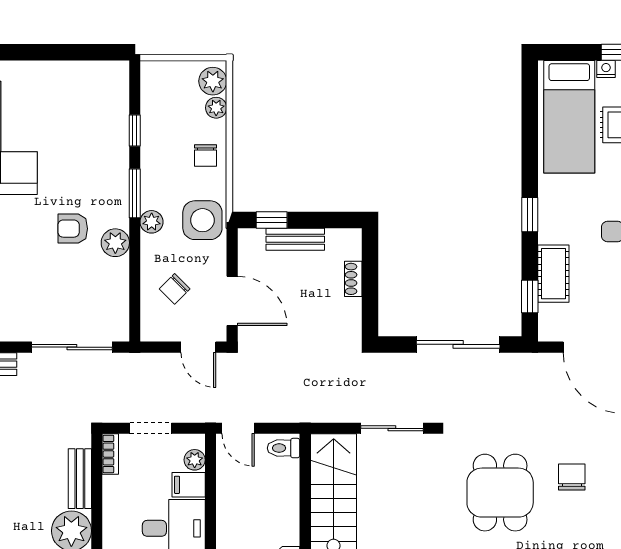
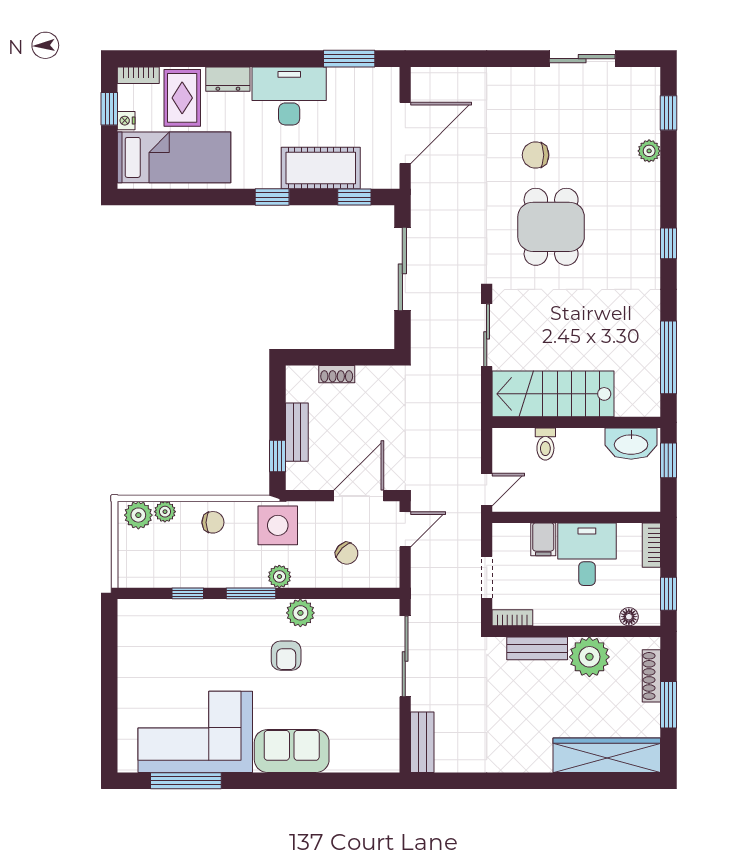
cot: (553, 274) -> (321, 168), width x1.37, depth x1.34
toilet: (284, 448) -> (545, 444), moved
plant: (195, 460) -> (518, 533), removed
dining table: (500, 493) -> (551, 227), turned 90

